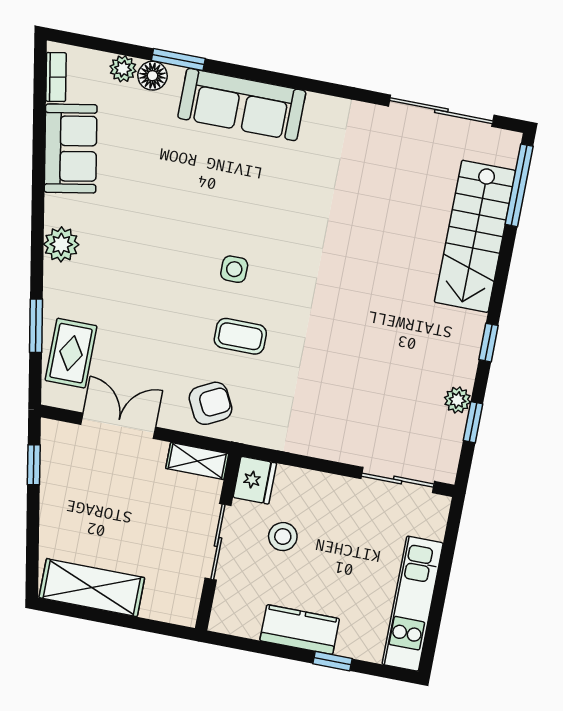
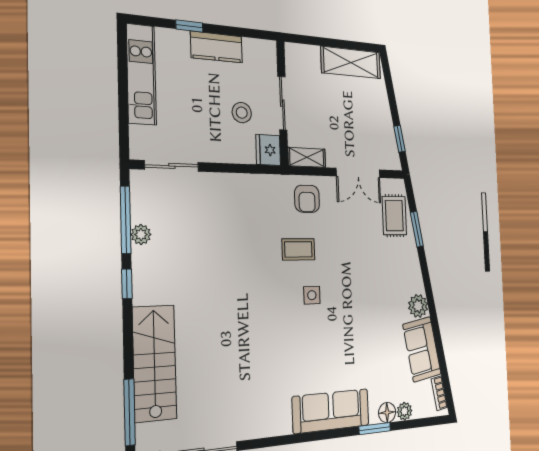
plant: (61, 244) -> (418, 306), moved
armchair: (210, 403) -> (307, 199), turned -63
window: (473, 422) -> (126, 220), width x2.17

